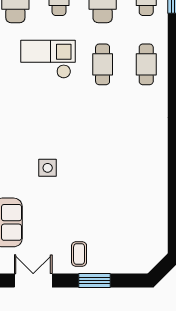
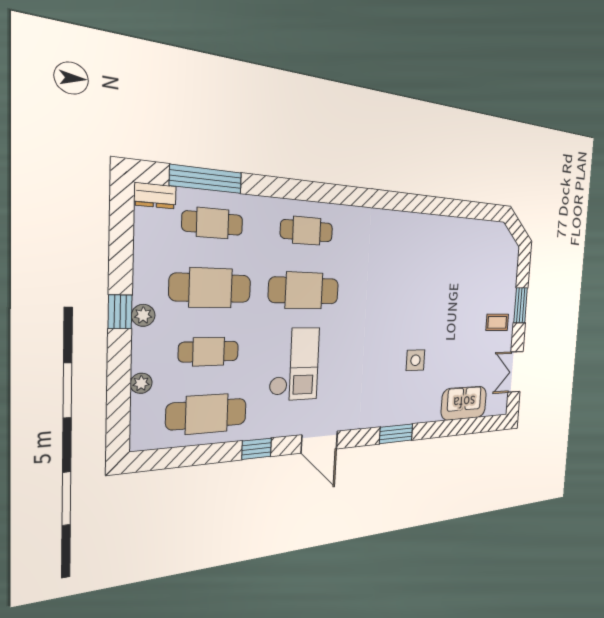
checkout: (48, 59) -> (294, 364), turned 180
cafe table: (103, 64) -> (304, 291), width x1.37, depth x1.35

